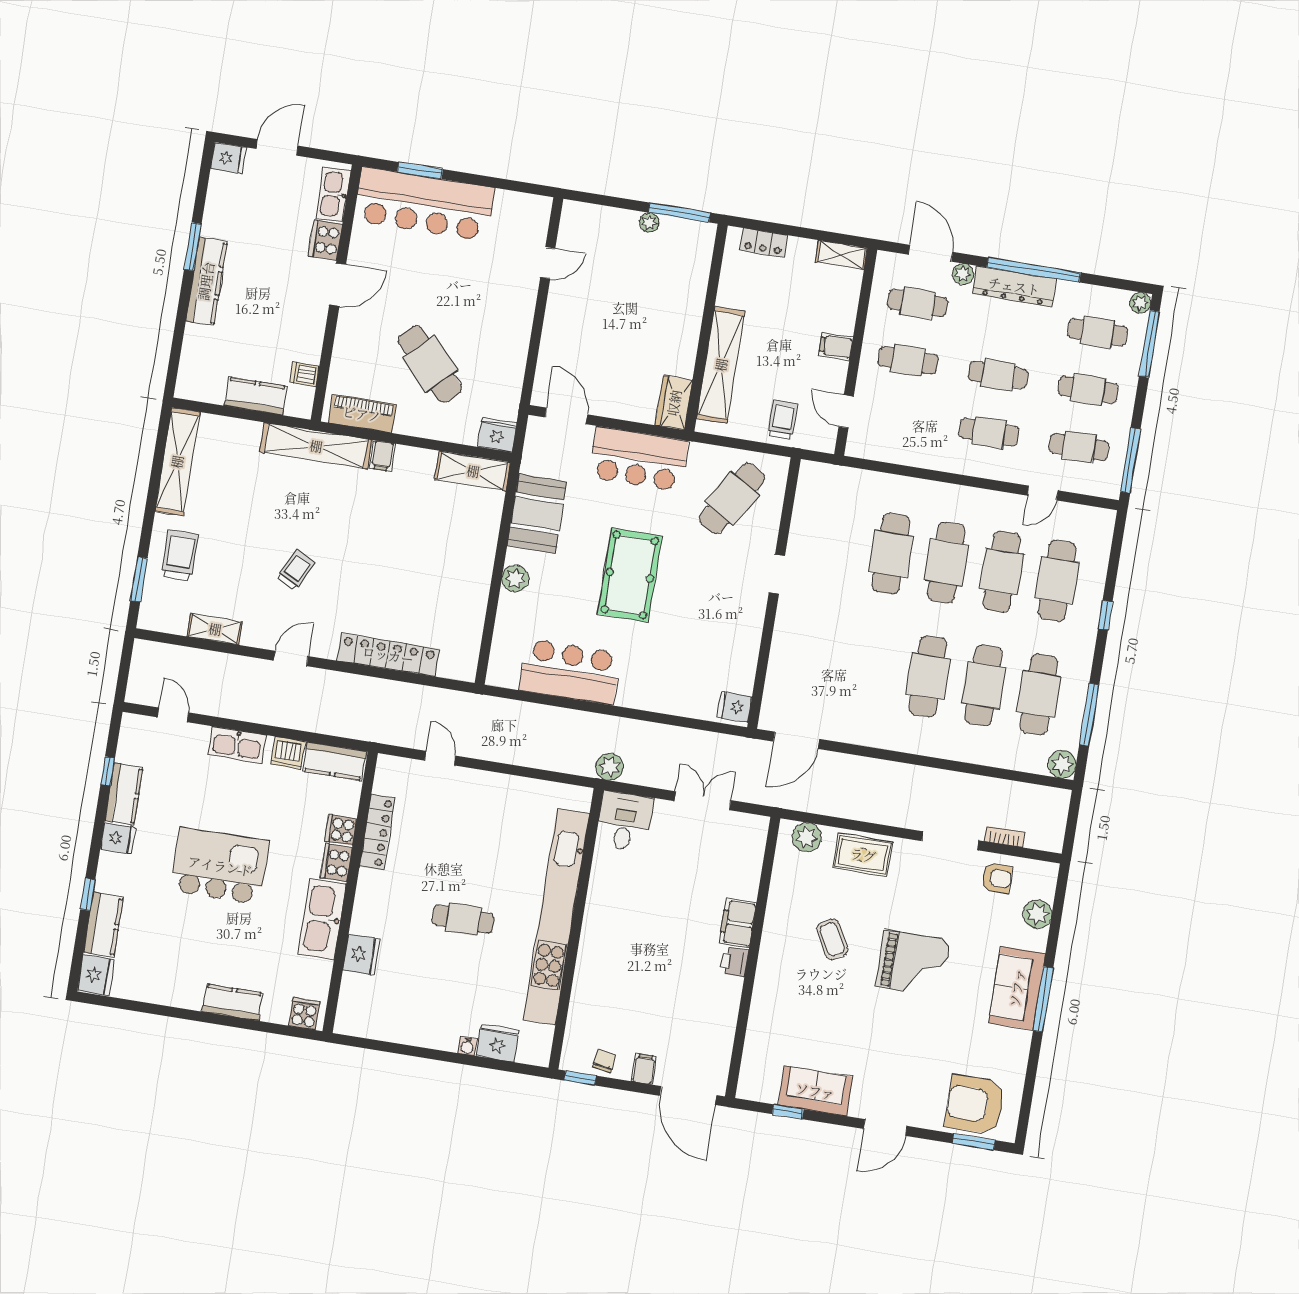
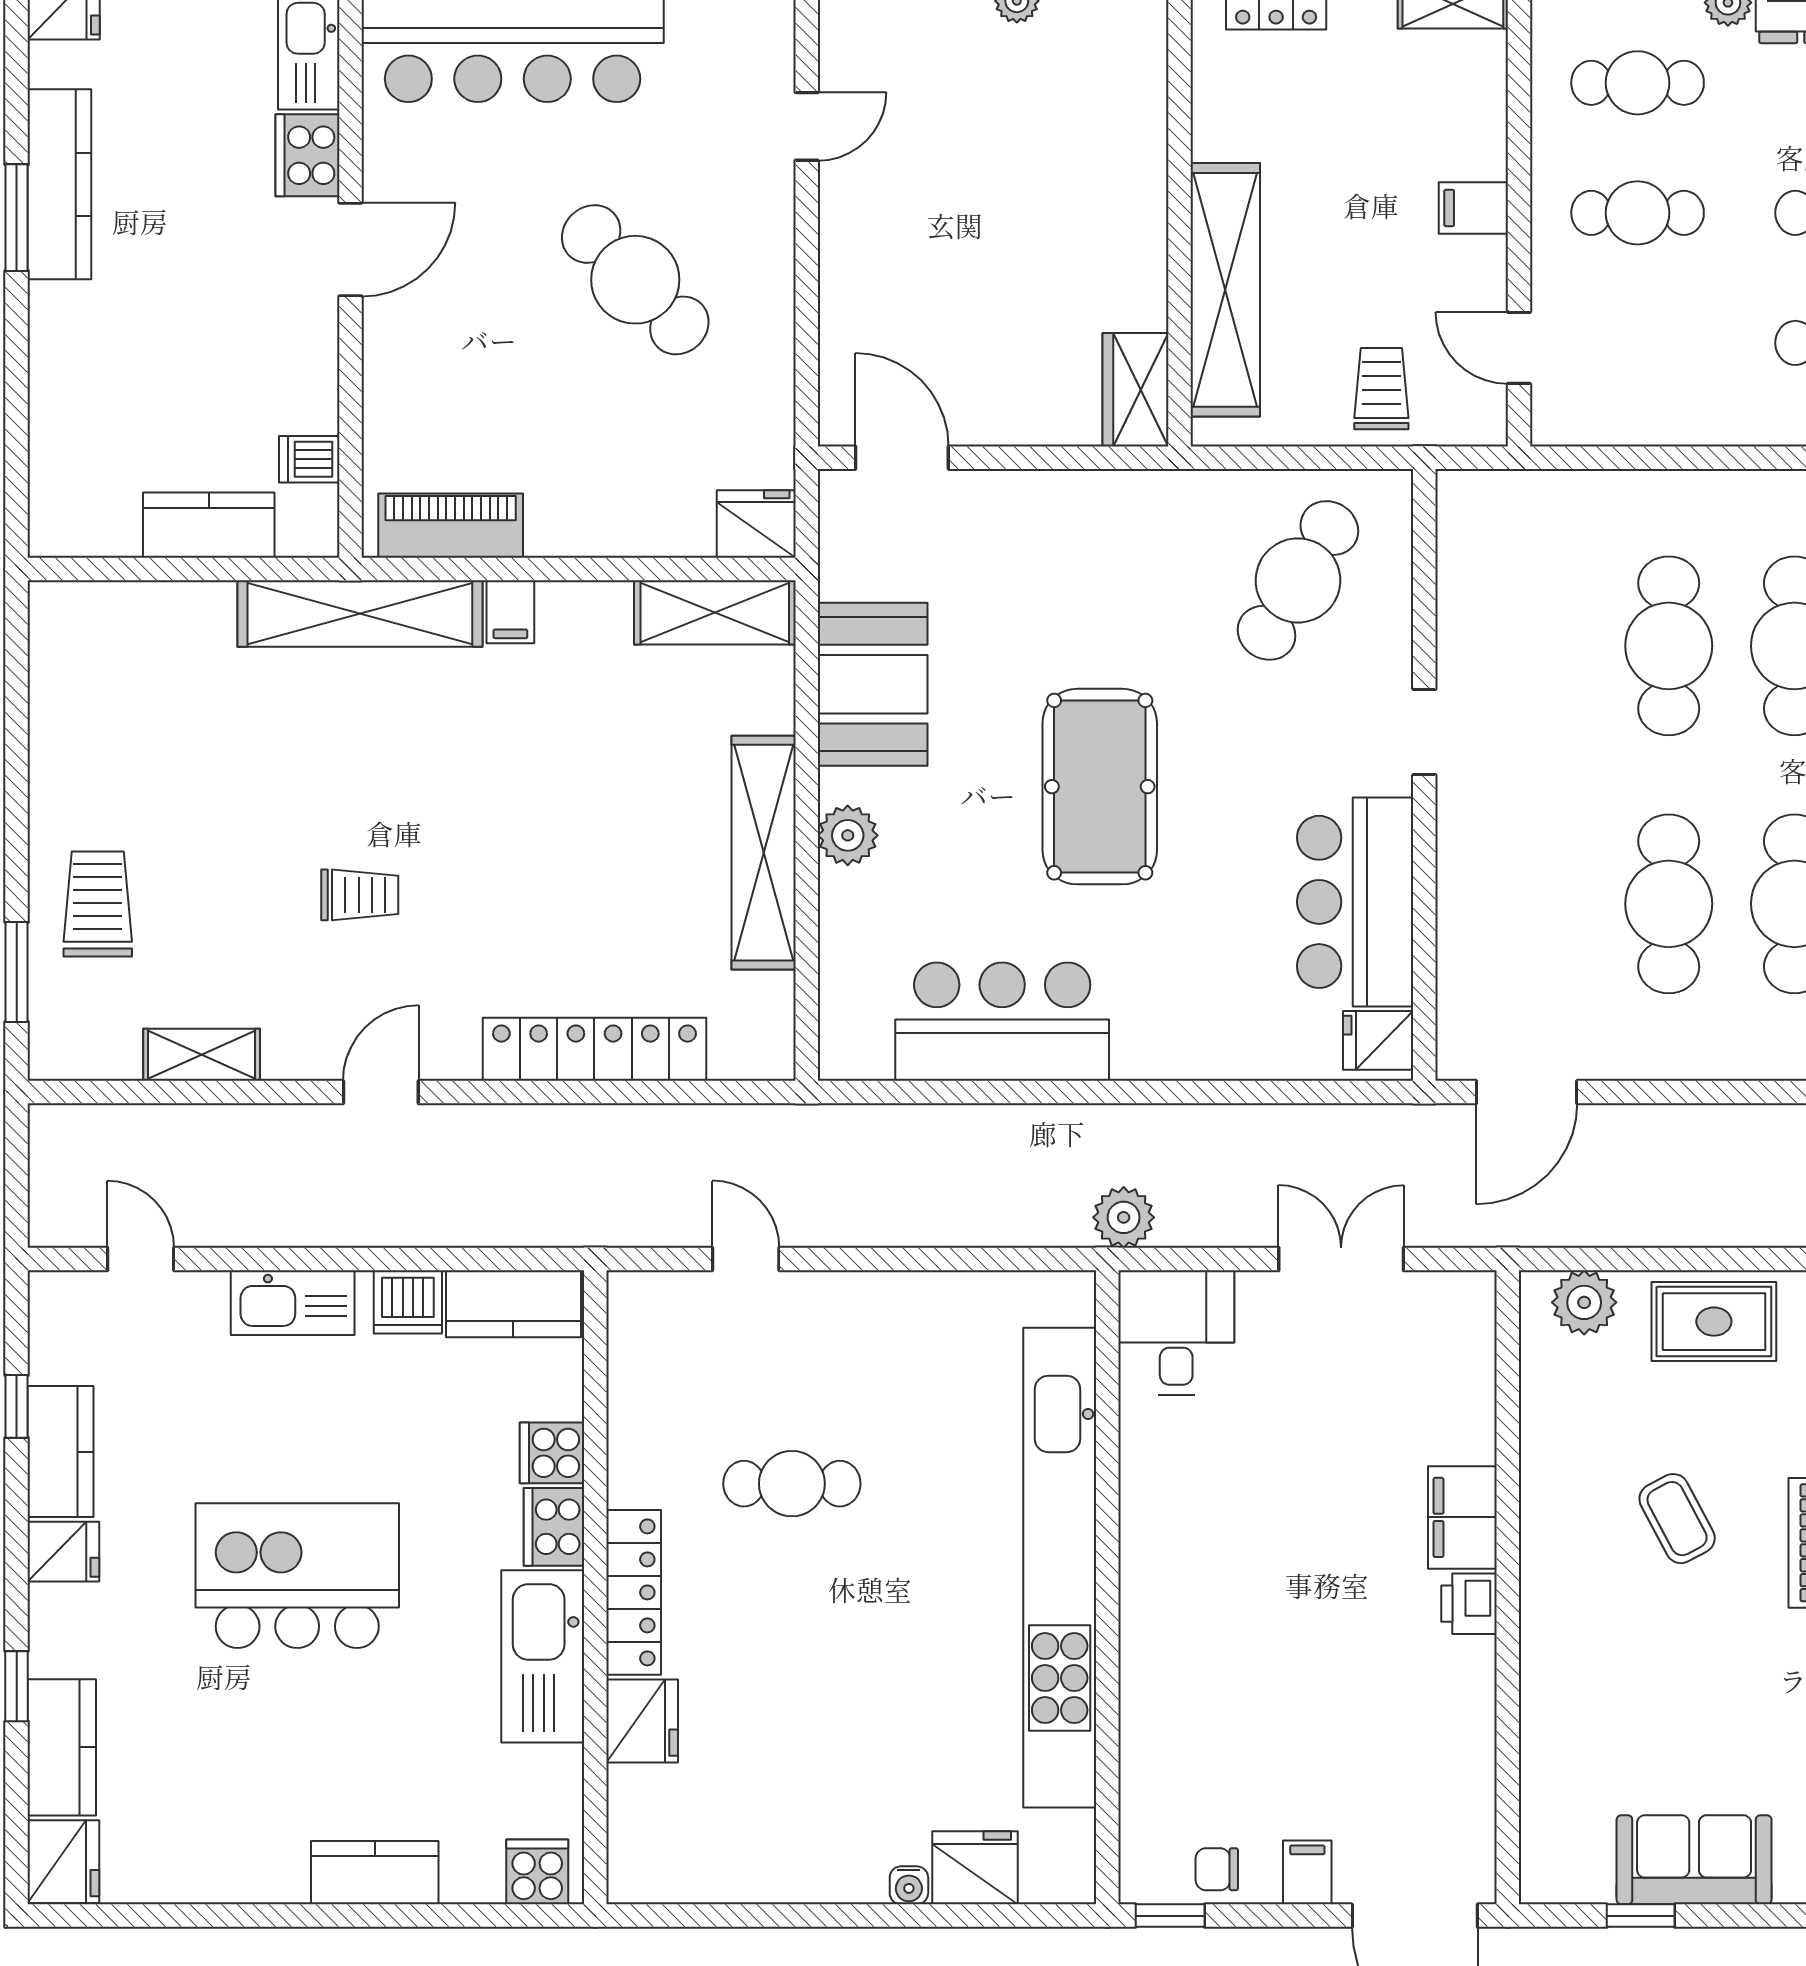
kitchen counter: (206, 281) -> (59, 184), moved
cafe table: (430, 364) -> (635, 280), moved
bar counter: (638, 459) -> (1355, 902), moved, turned 90
shelving: (177, 462) -> (764, 853), moved
trolley: (296, 570) -> (360, 895), turned 63
cafe table: (872, 667) -> (1669, 904), added
locker: (377, 832) -> (634, 1592), moved
cafe table: (463, 919) -> (792, 1484), moved
chair: (604, 1061) -> (1217, 1869), turned -99

